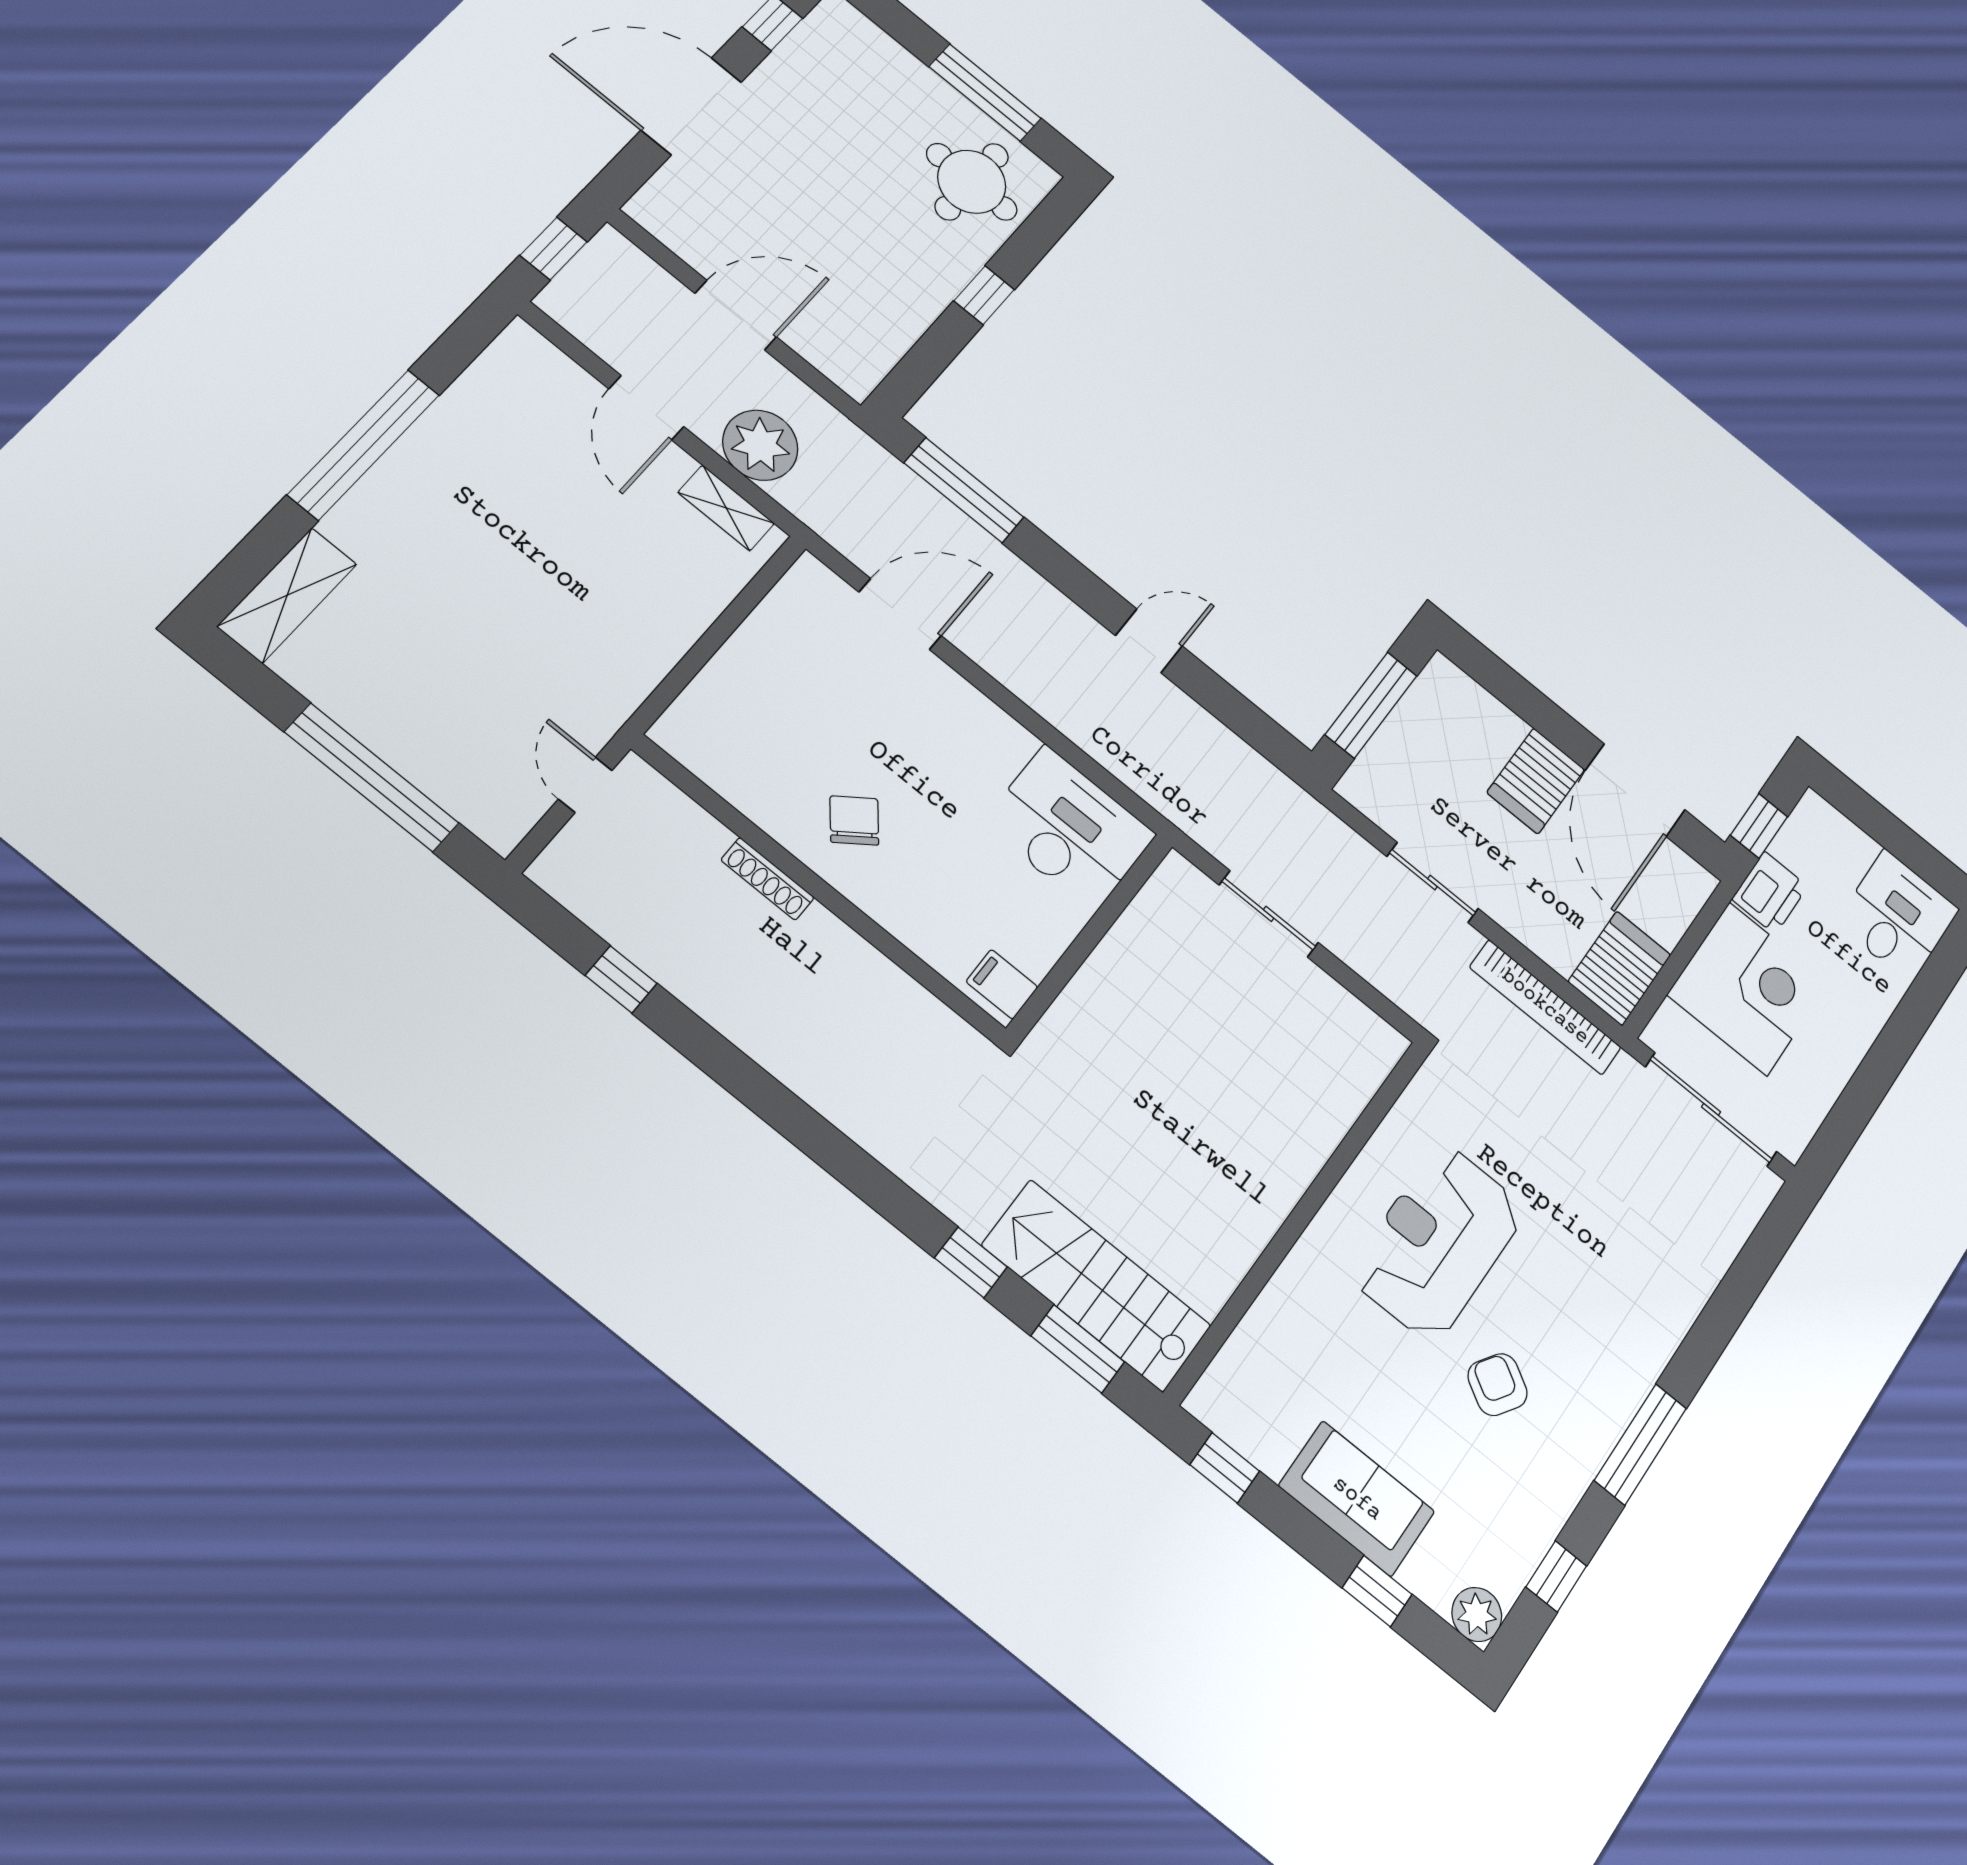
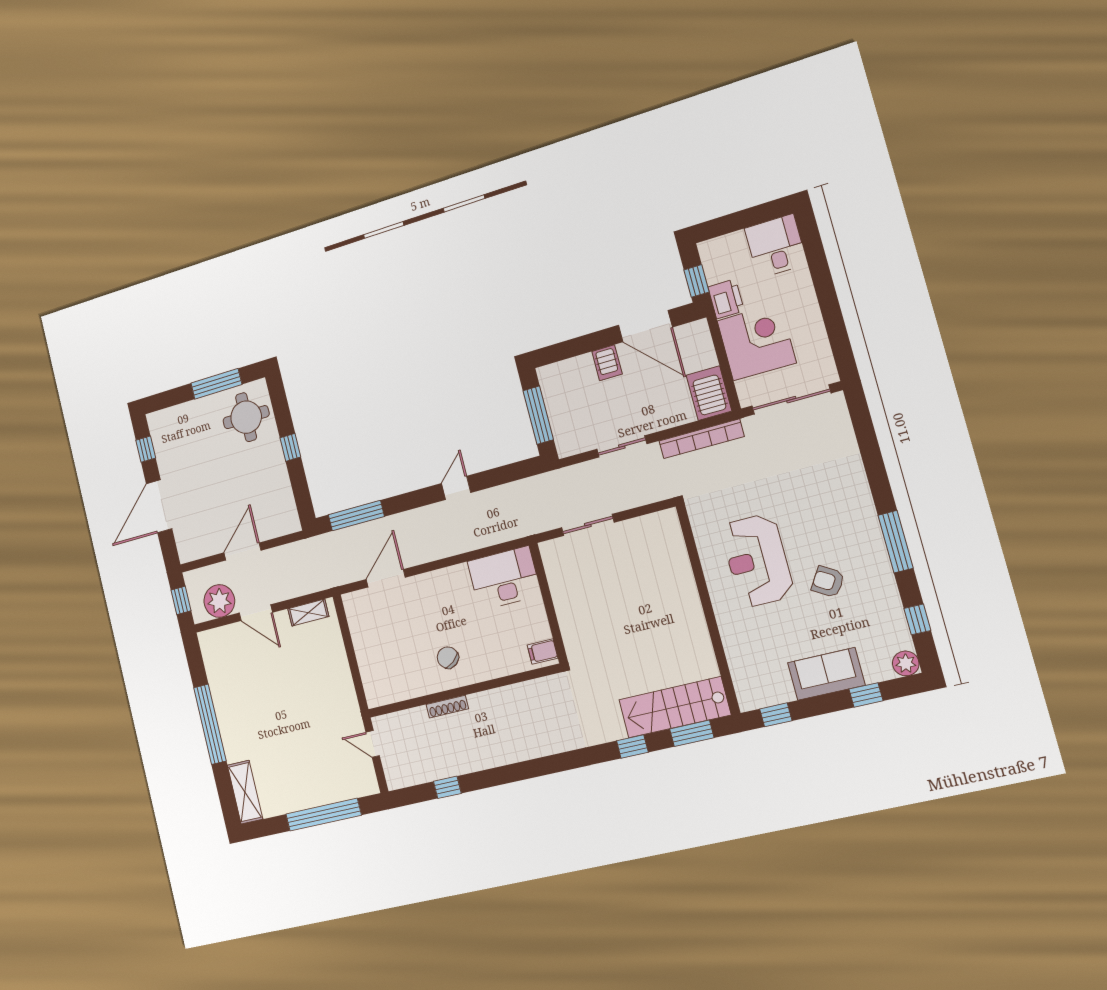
plant: (760, 445) -> (219, 601), moved
server rack: (1536, 781) -> (607, 363), width x0.73, depth x0.70

